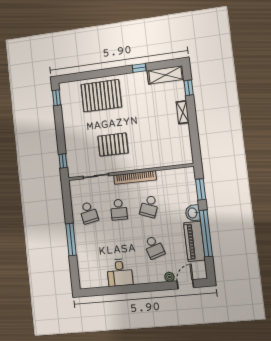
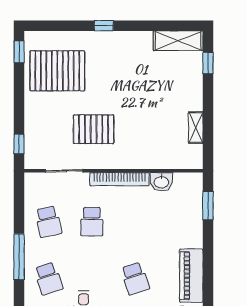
window: (139, 68) -> (104, 26), moved
pallet: (101, 96) -> (57, 71), moved
shelving: (183, 112) -> (196, 128), moved
school desk: (149, 206) -> (48, 279), moved, turned -39
washbasin: (193, 213) -> (161, 182), moved, turned -90
window: (206, 233) -> (208, 266), removed

